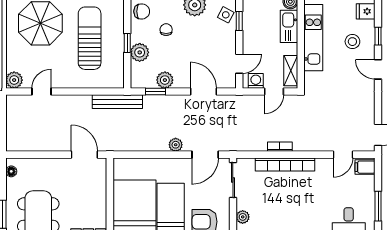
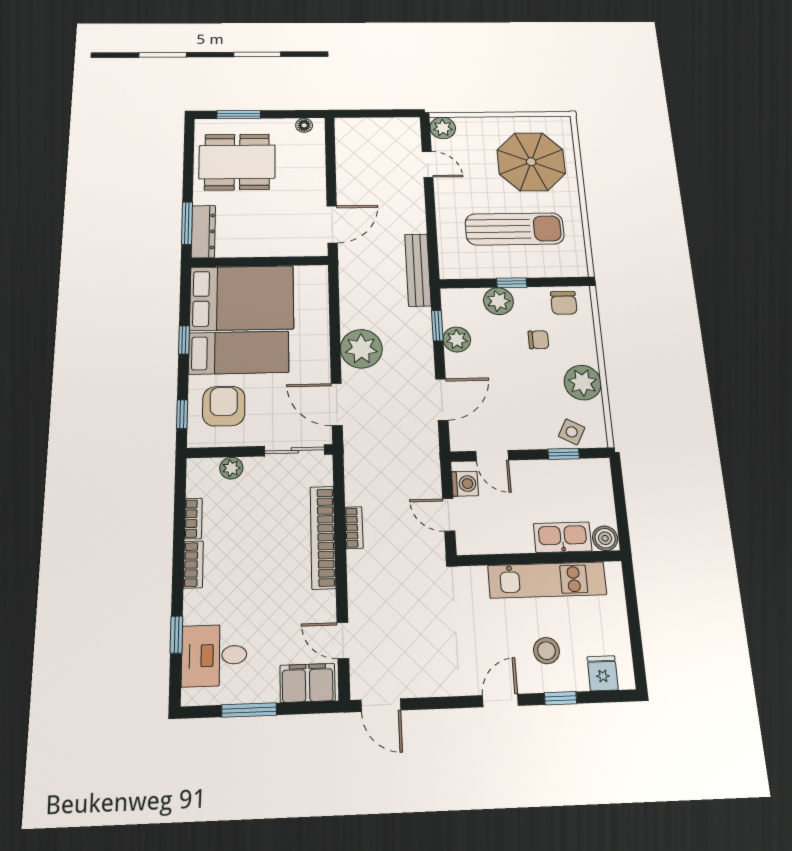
shelving: (291, 71) -> (487, 542), removed
plant: (176, 145) -> (361, 349), width x1.88, depth x1.88
filing cabinet: (365, 167) -> (308, 683), width x2.00

